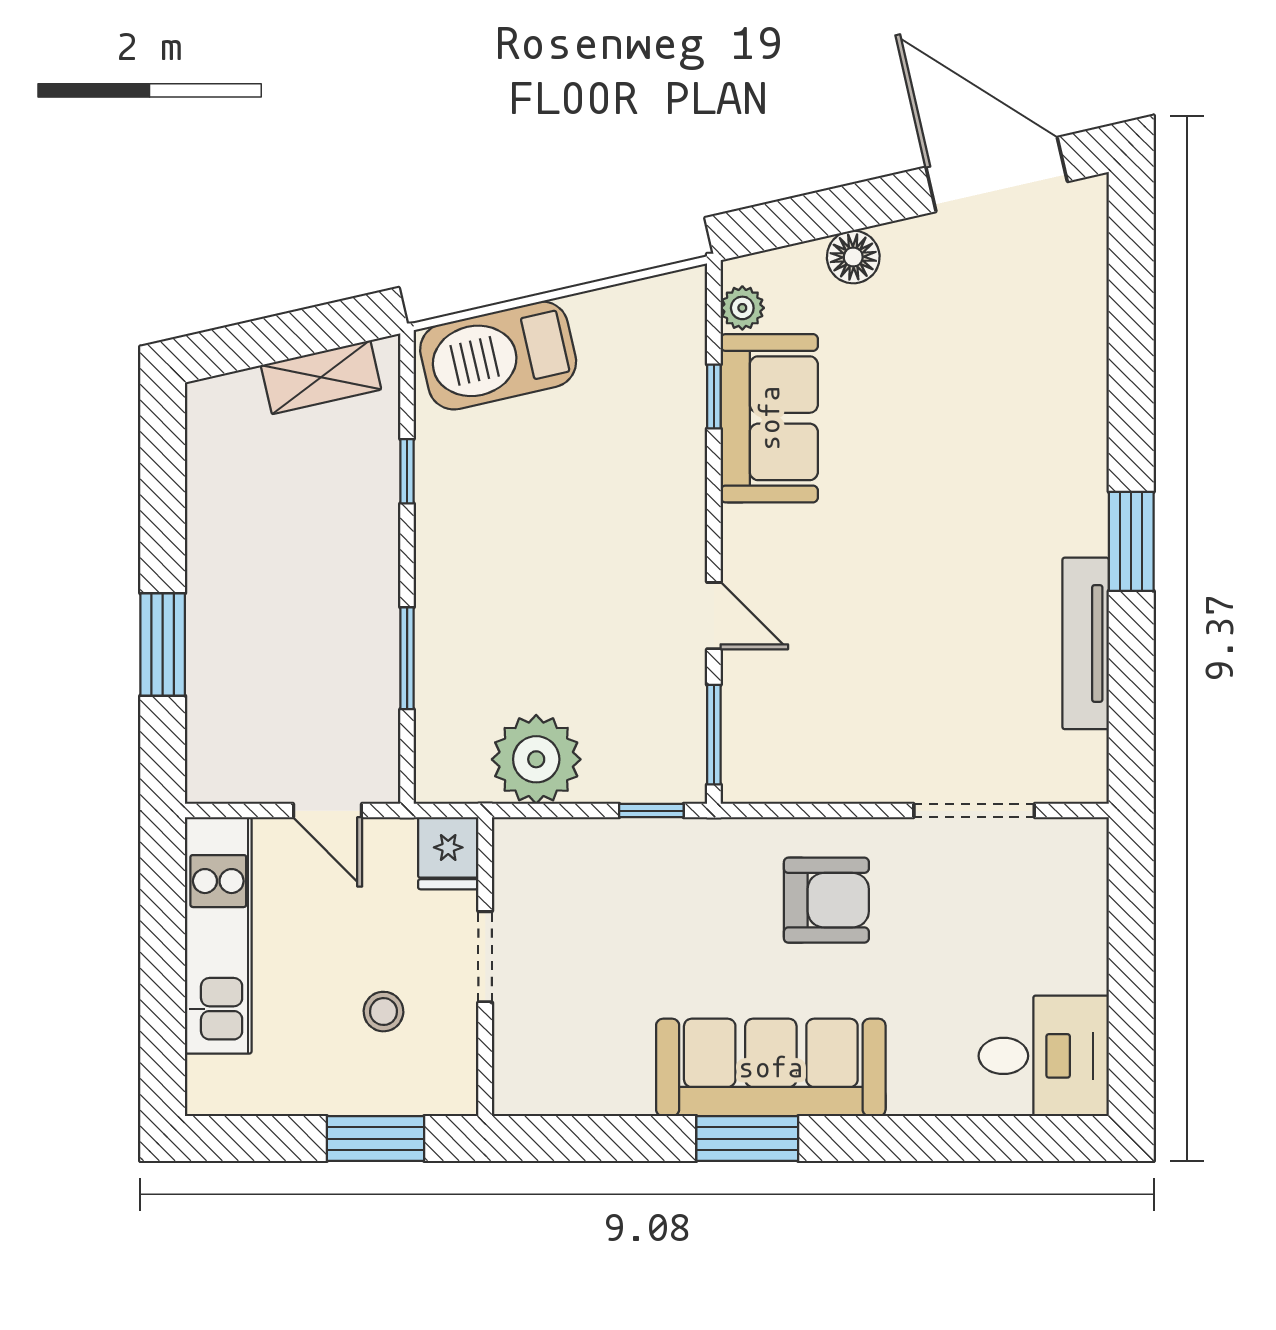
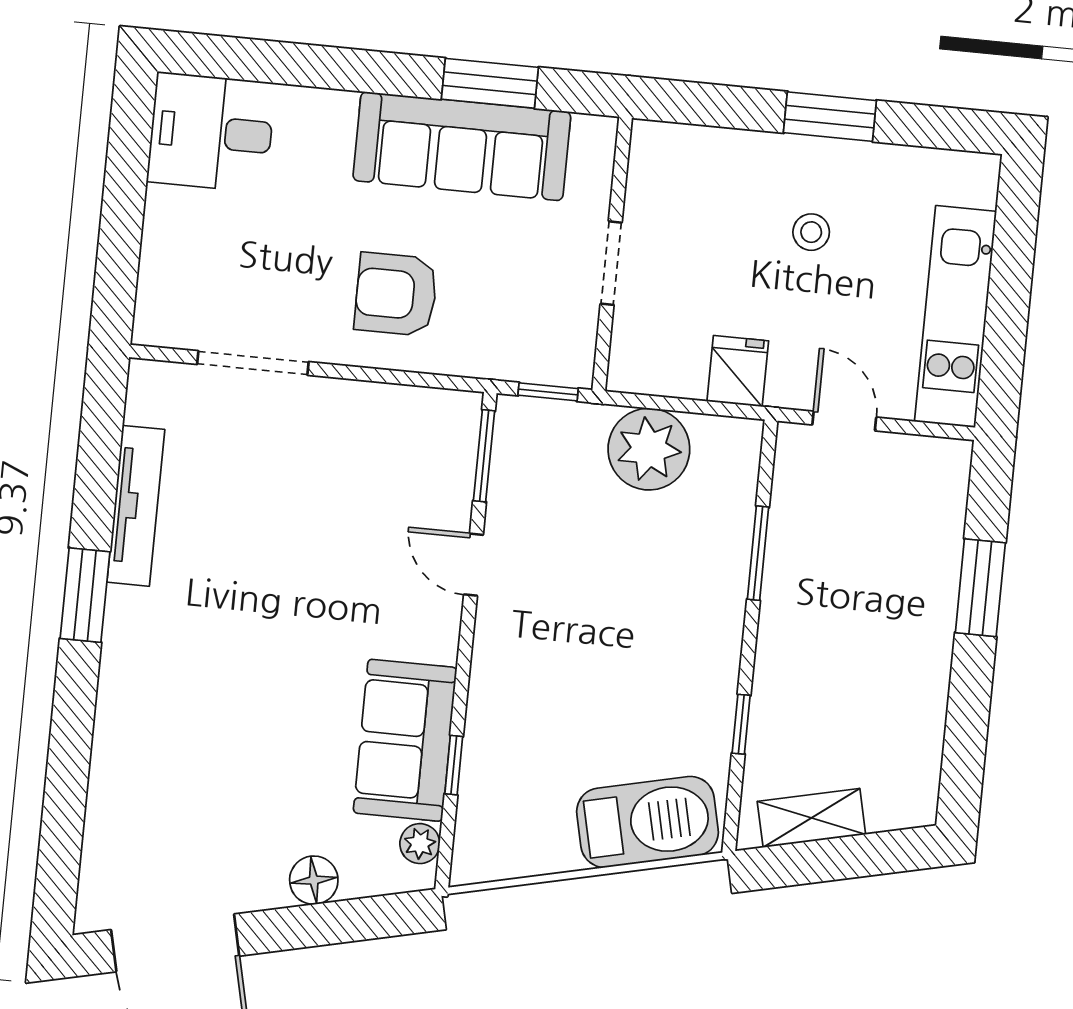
doorway: (485, 957) -> (611, 263), moved
wall: (485, 967) -> (612, 254), moved

